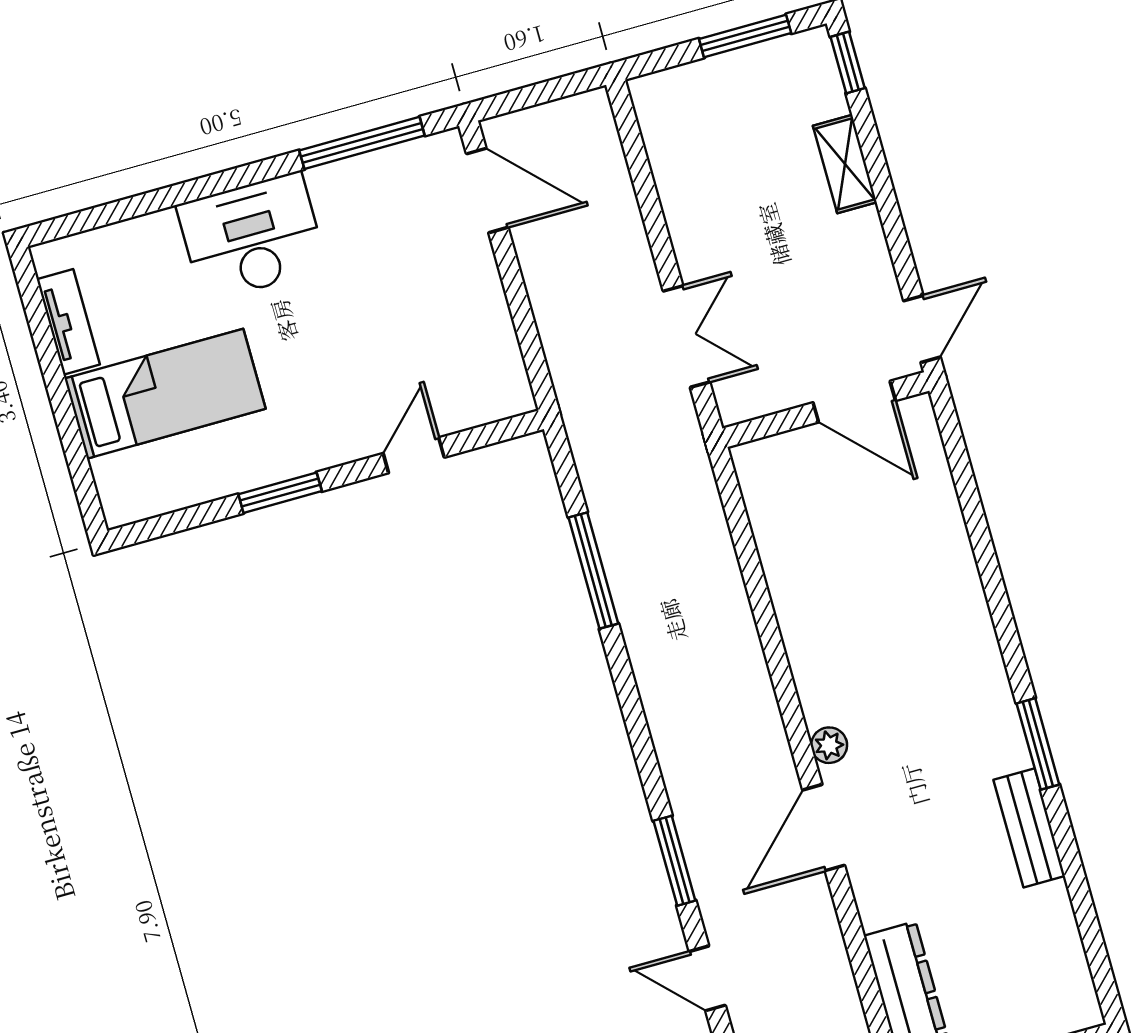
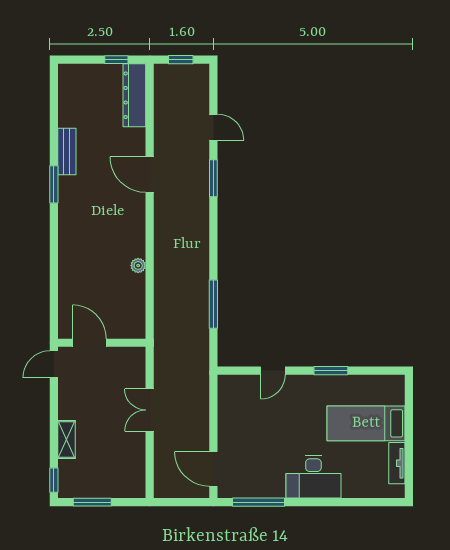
double door: (687, 337) -> (150, 410), moved
plant: (829, 745) -> (138, 266), moved
door: (824, 828) -> (150, 175), swing flipped

